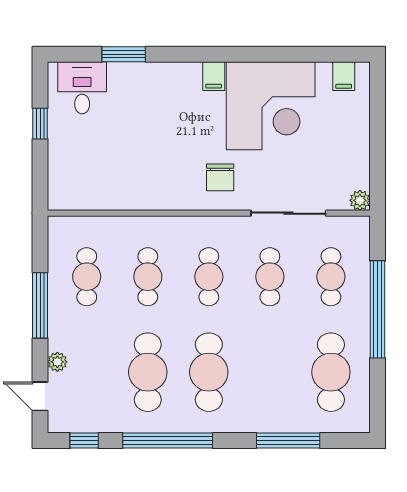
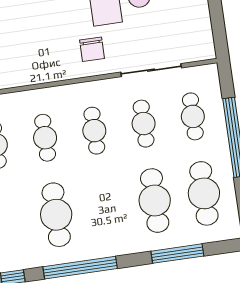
plant: (360, 200) -> (207, 52), removed
cafe table: (209, 372) -> (155, 201), moved

